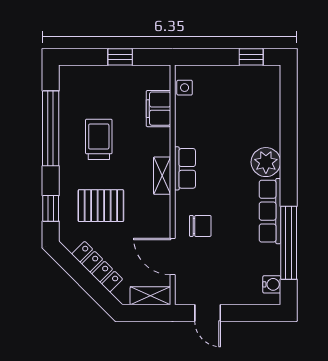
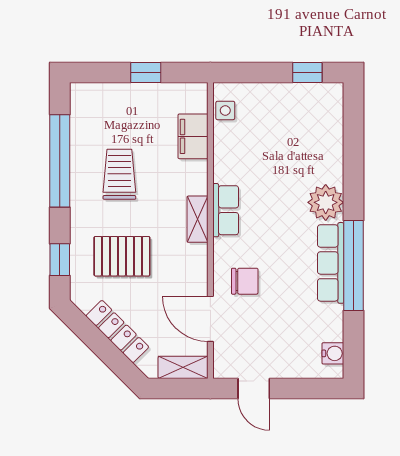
window: (289, 243) -> (354, 265), moved

